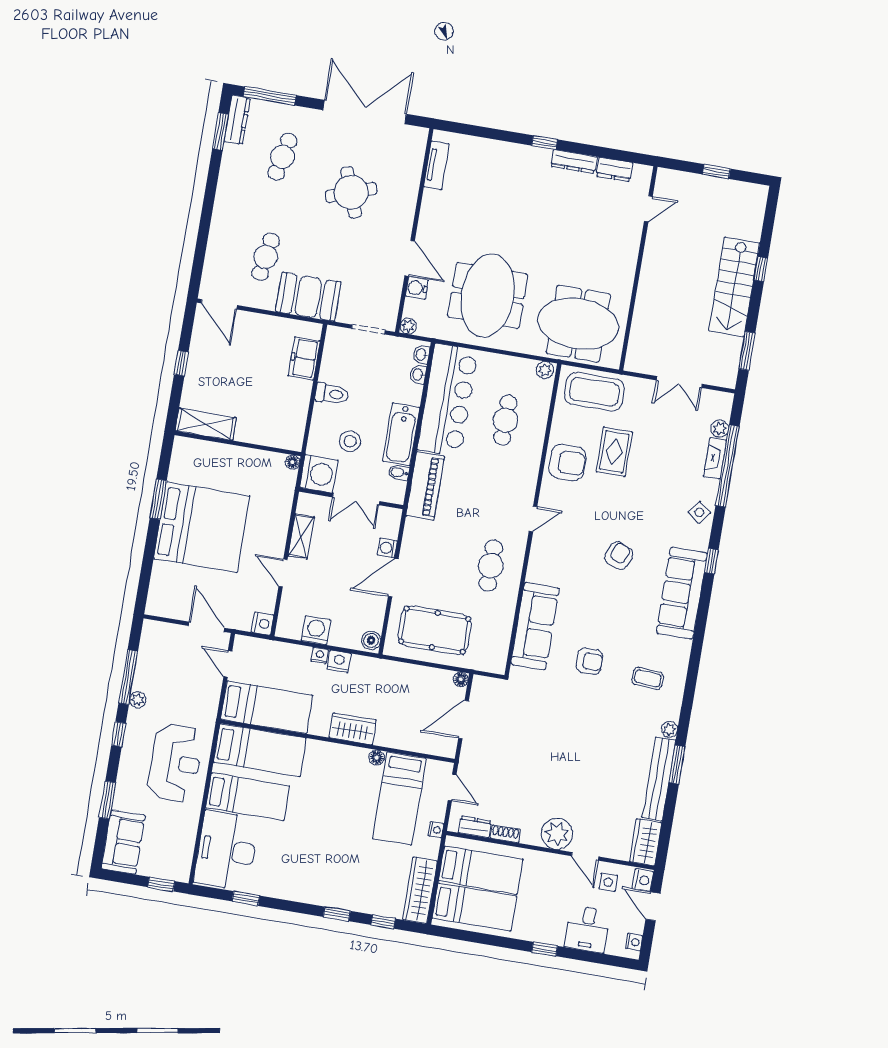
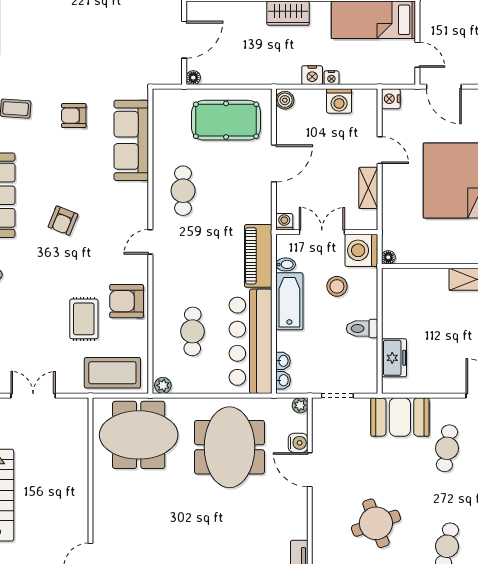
washing machine: (387, 548) -> (284, 222), moved, turned -90

